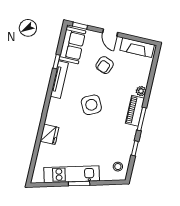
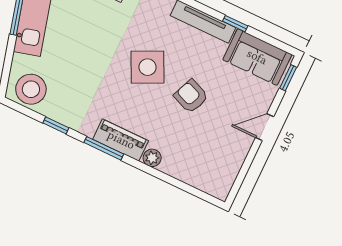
fireplace: (137, 48) -> (228, 168), removed
armchair: (105, 65) -> (191, 96), moved
stool: (118, 167) -> (31, 89), width x1.89, depth x1.89

